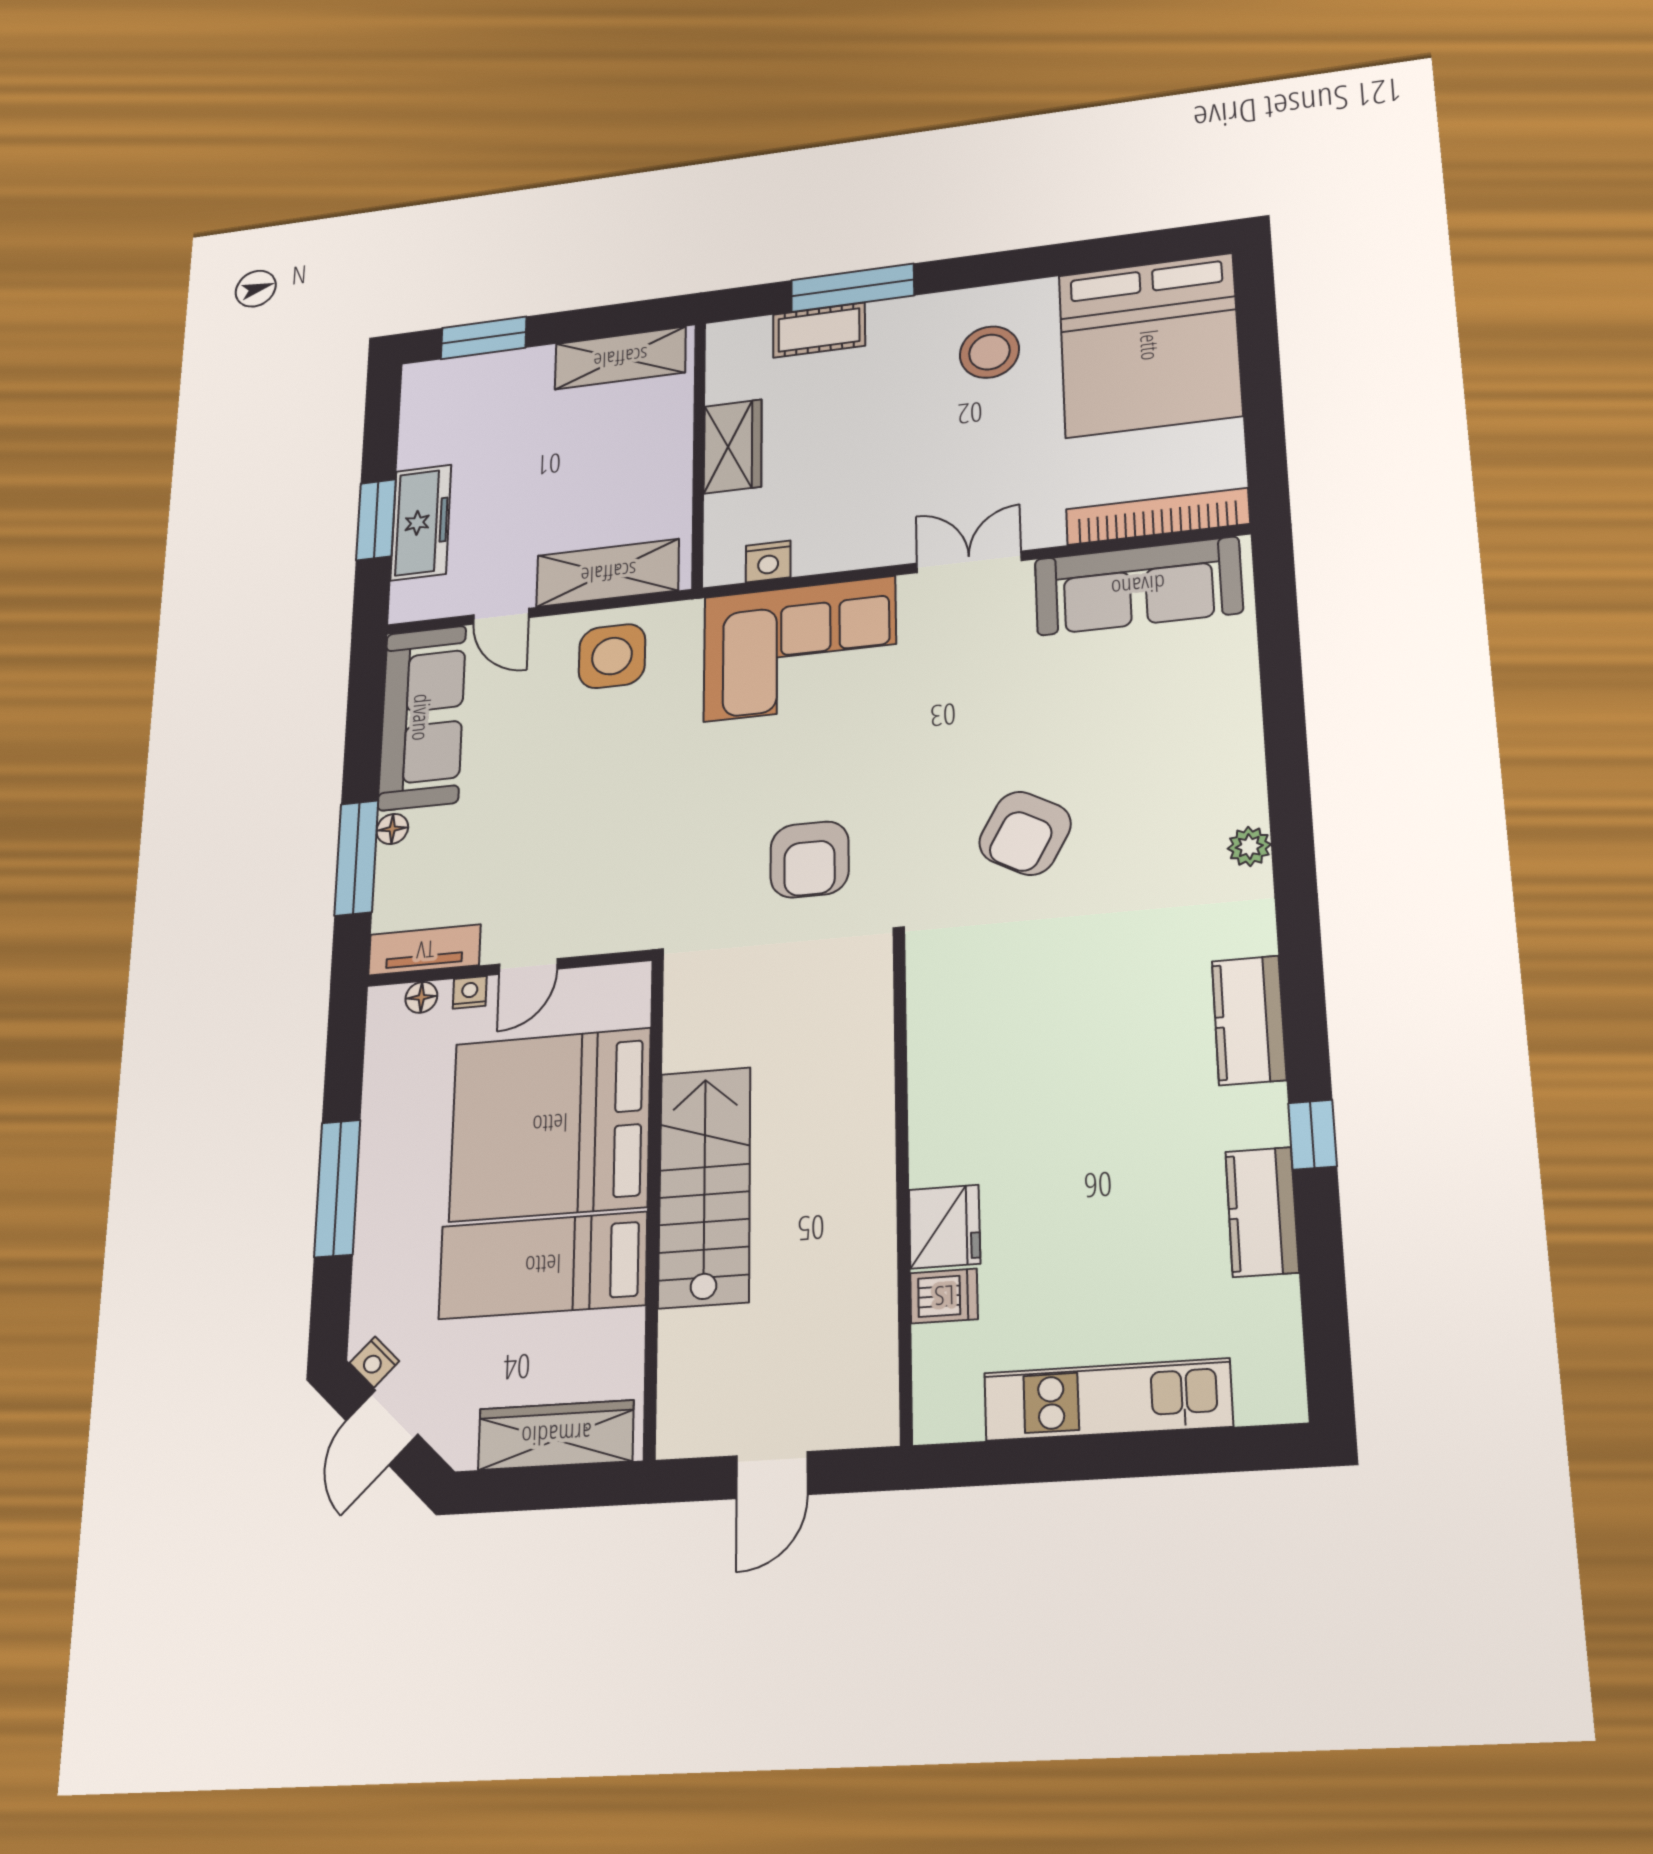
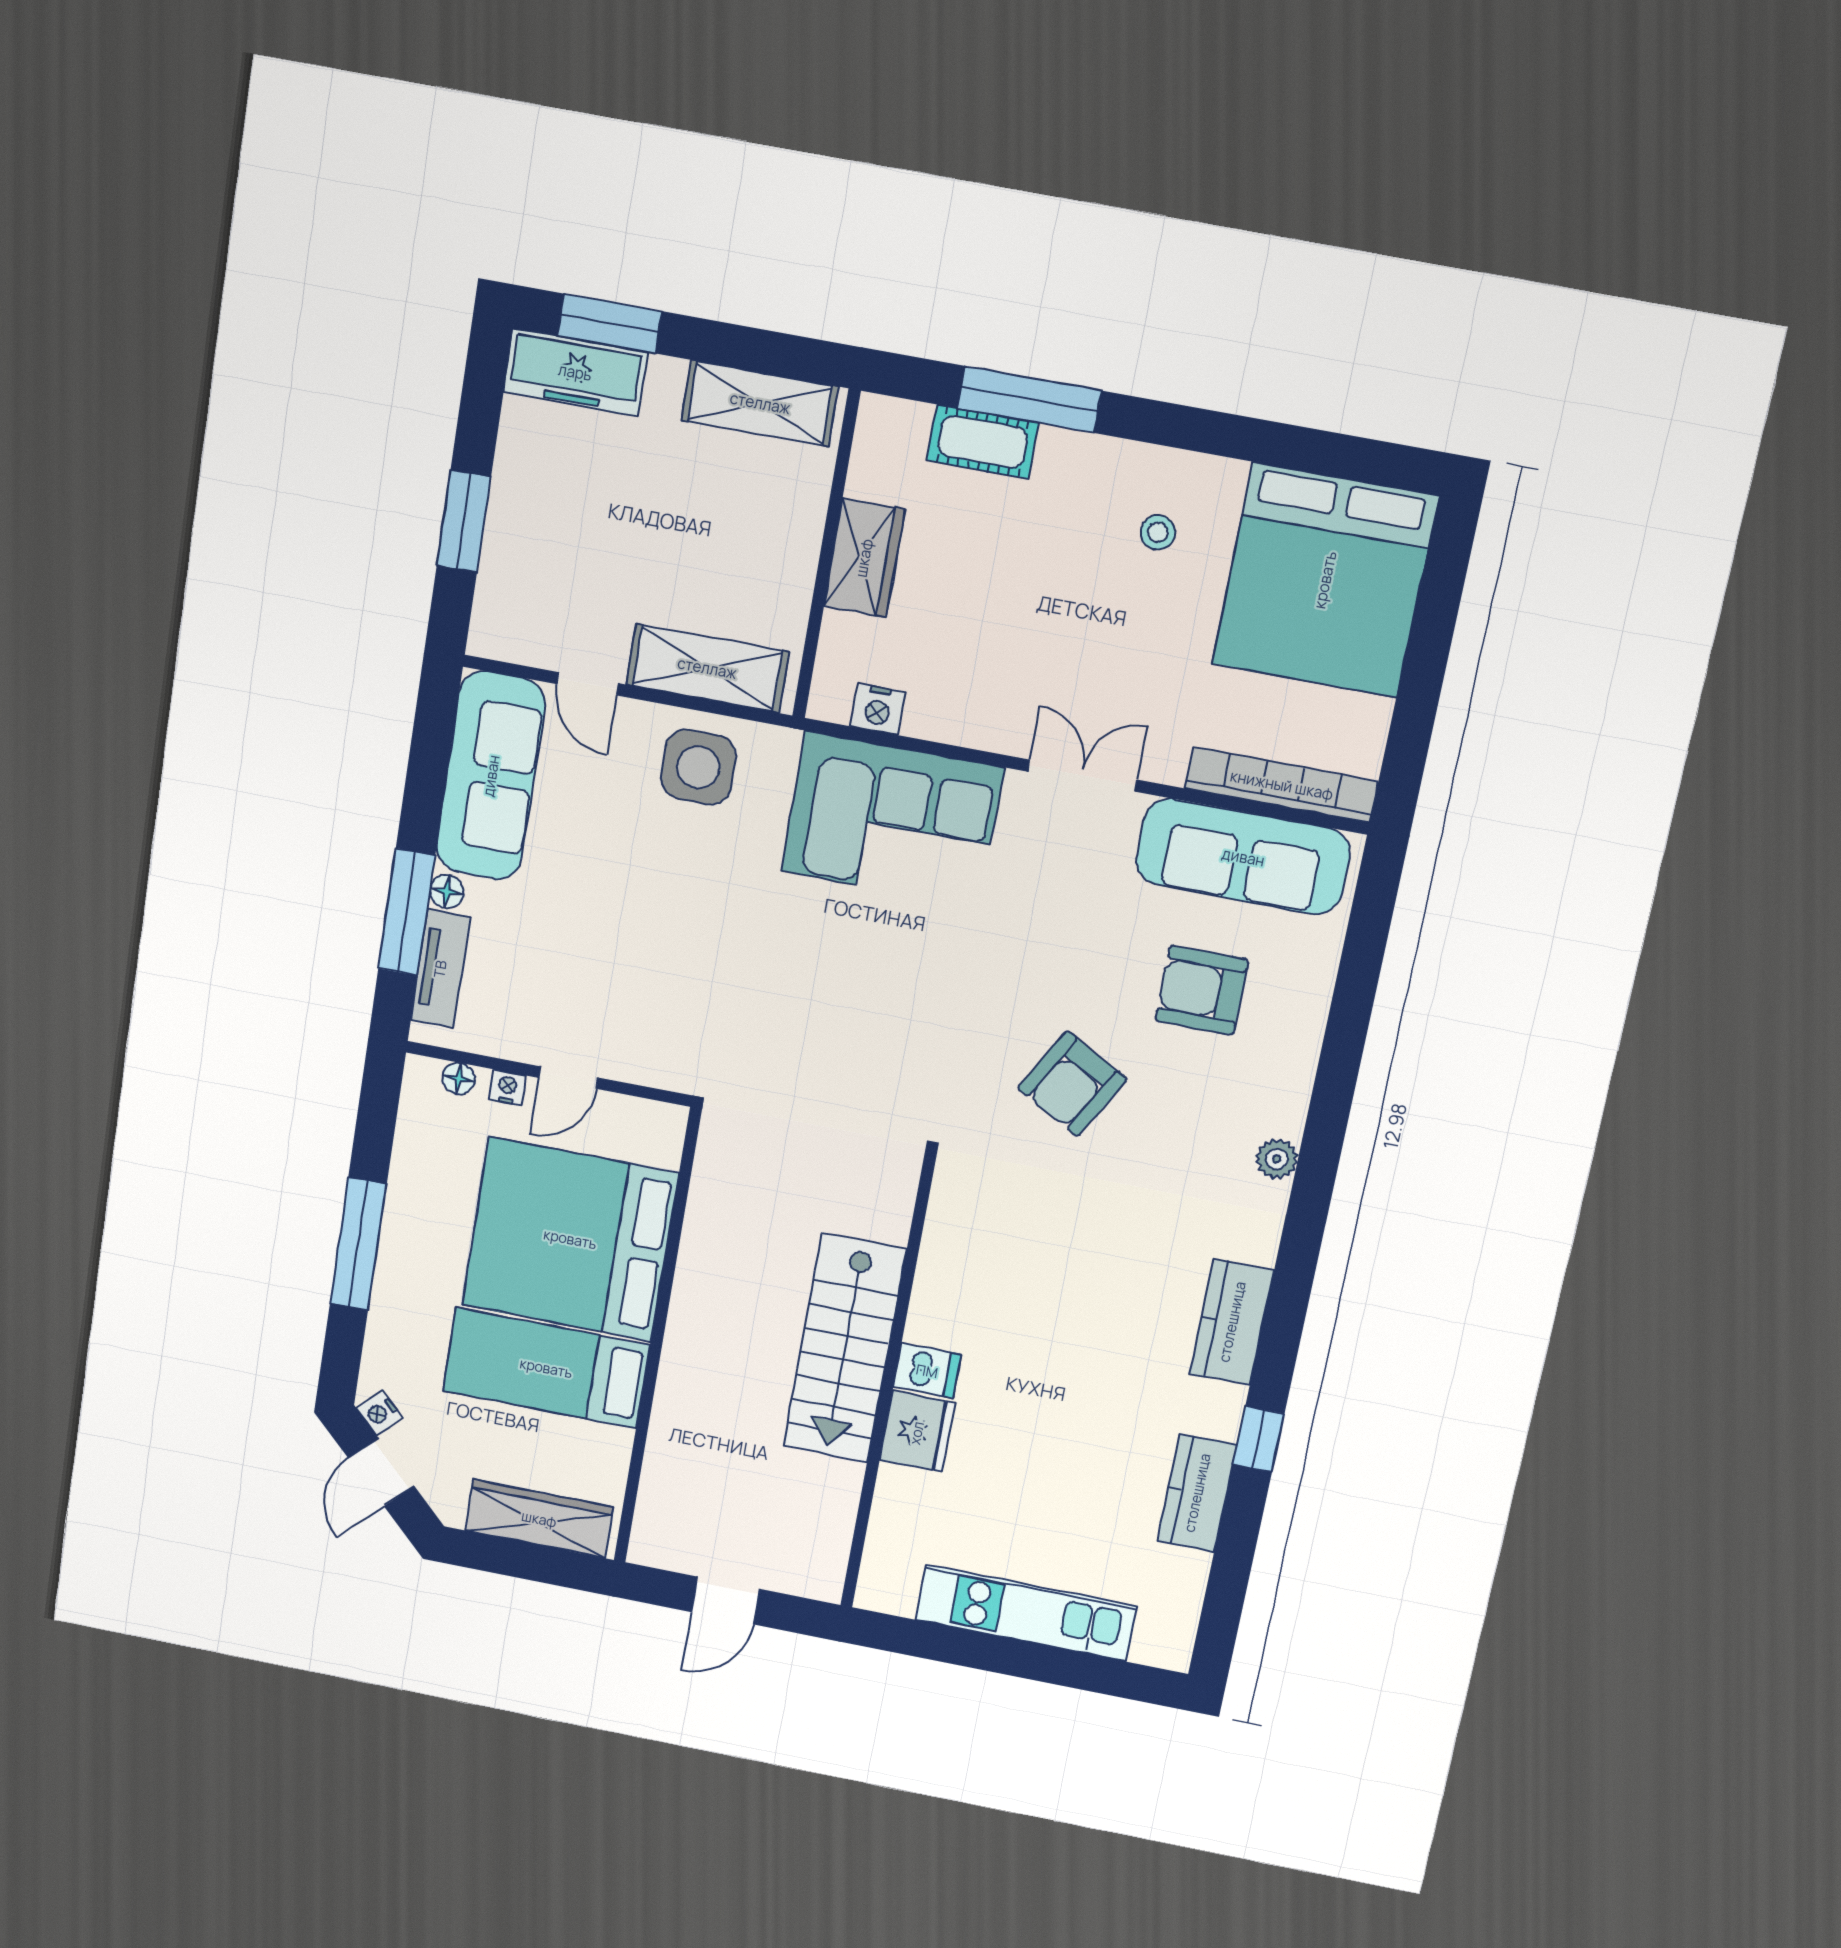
stool: (989, 352) -> (1158, 532), width x0.53, depth x0.53
freezer: (421, 522) -> (575, 372), moved, turned 90
armchair: (810, 859) -> (1202, 990), moved, turned 90
tv unit: (425, 950) -> (440, 969), moved, turned 90
stairs: (705, 1187) -> (845, 1348), moved, turned 180
dishwasher: (944, 1296) -> (927, 1371), moved

